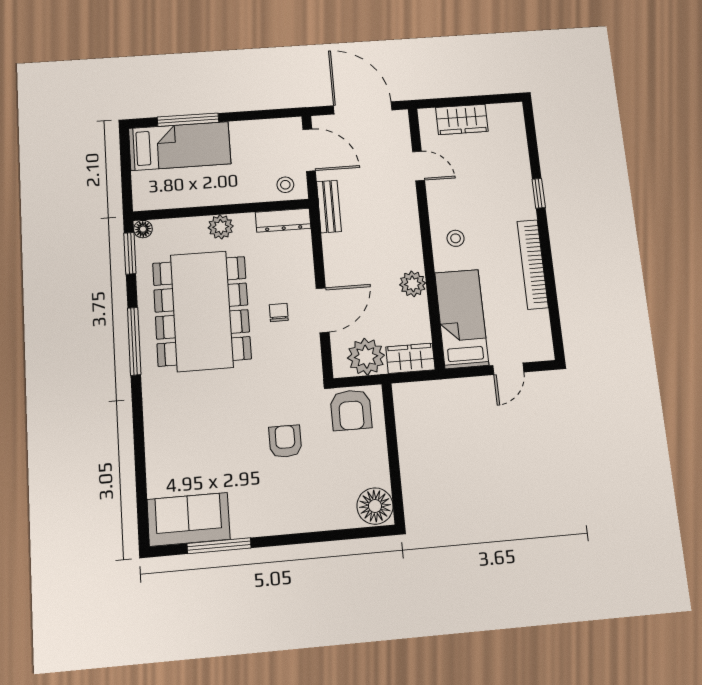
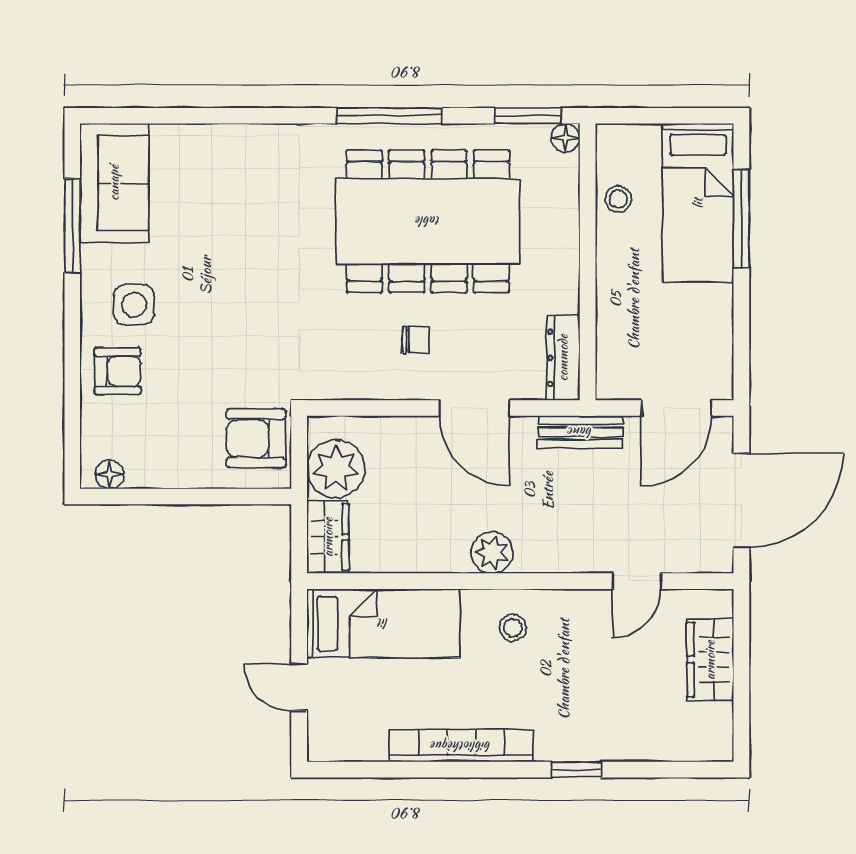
stool: (285, 185) -> (618, 199), moved
plant: (221, 227) -> (560, 259), removed
plant: (413, 284) -> (492, 552), moved
door: (323, 310) -> (474, 408), moved
armchair: (285, 441) -> (118, 371), moved
side table: (269, 499) -> (134, 305), added
floor lamp: (375, 506) -> (110, 474), width x0.53, depth x0.53

